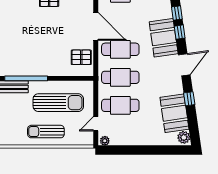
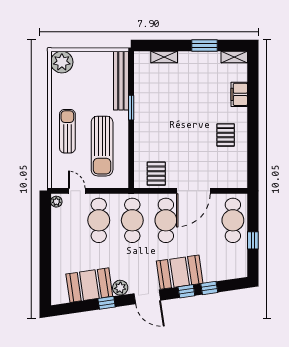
window: (26, 78) -> (131, 108), width x0.47
plant: (184, 137) -> (120, 288), moved

